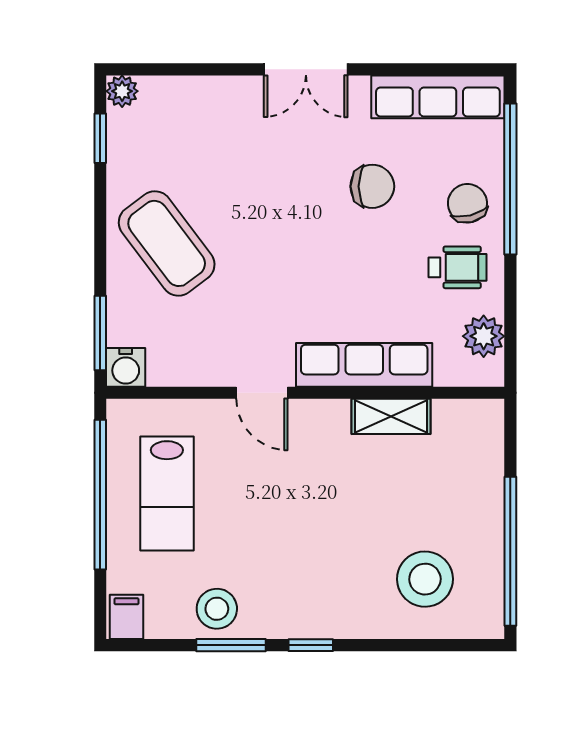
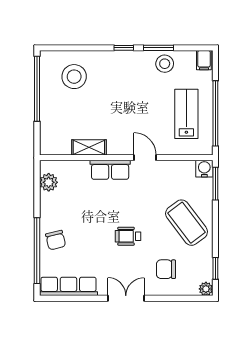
chair: (372, 186) -> (166, 269), moved
wheelchair: (457, 267) -> (128, 236), moved
row of seats: (364, 365) -> (110, 170), width x0.68

